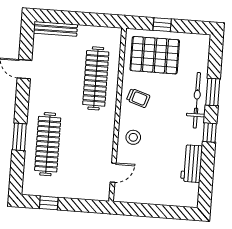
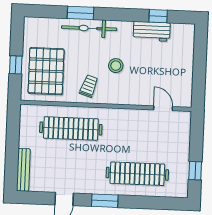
window: (210, 133) -> (158, 16), moved
window: (19, 137) -> (105, 201), moved
stool: (133, 137) -> (116, 66), moved

